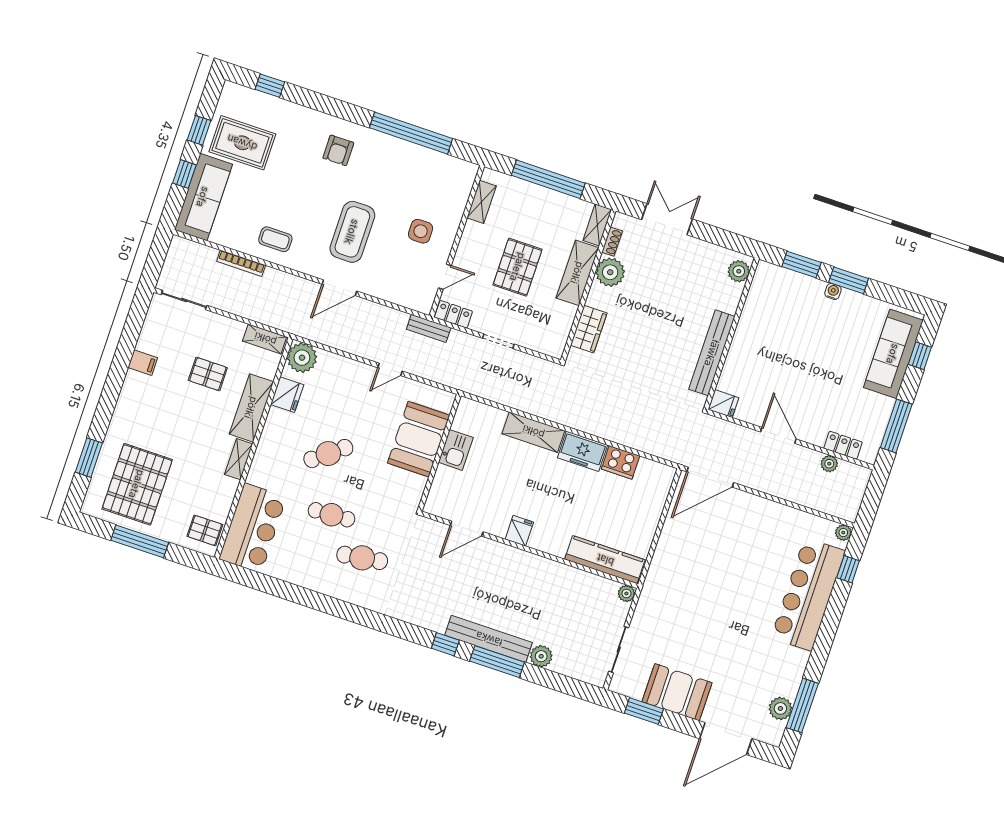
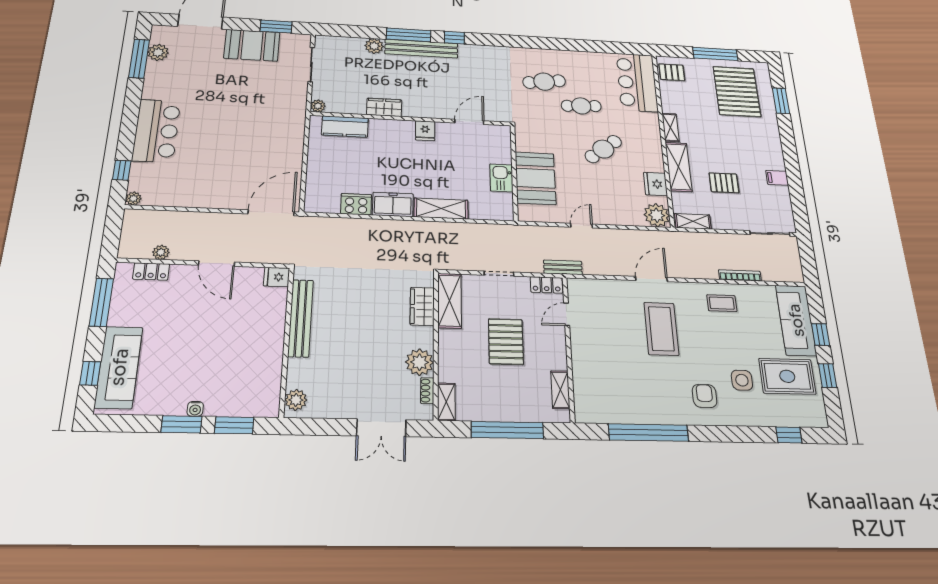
side table: (421, 231) -> (742, 380), moved
shelving: (577, 273) -> (450, 301), moved
kitchen counter: (605, 560) -> (345, 127), width x0.67
wardrobe: (555, 572) -> (384, 107), added
bar counter: (808, 594) -> (156, 131), width x0.73

